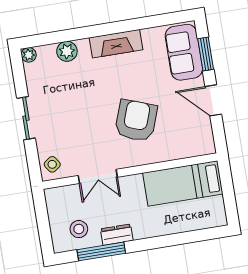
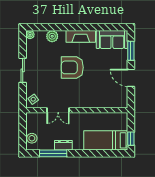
sofa: (184, 52) -> (112, 40), moved, turned -90
armchair: (136, 121) -> (72, 67), moved, turned -110
bed: (183, 183) -> (106, 140), moved
window: (230, 204) -> (131, 139), added
stool: (79, 229) -> (32, 138), moved

